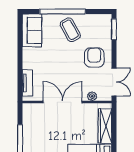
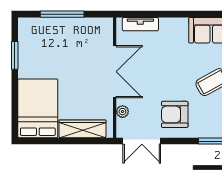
armchair: (94, 57) -> (175, 114), turned 180

